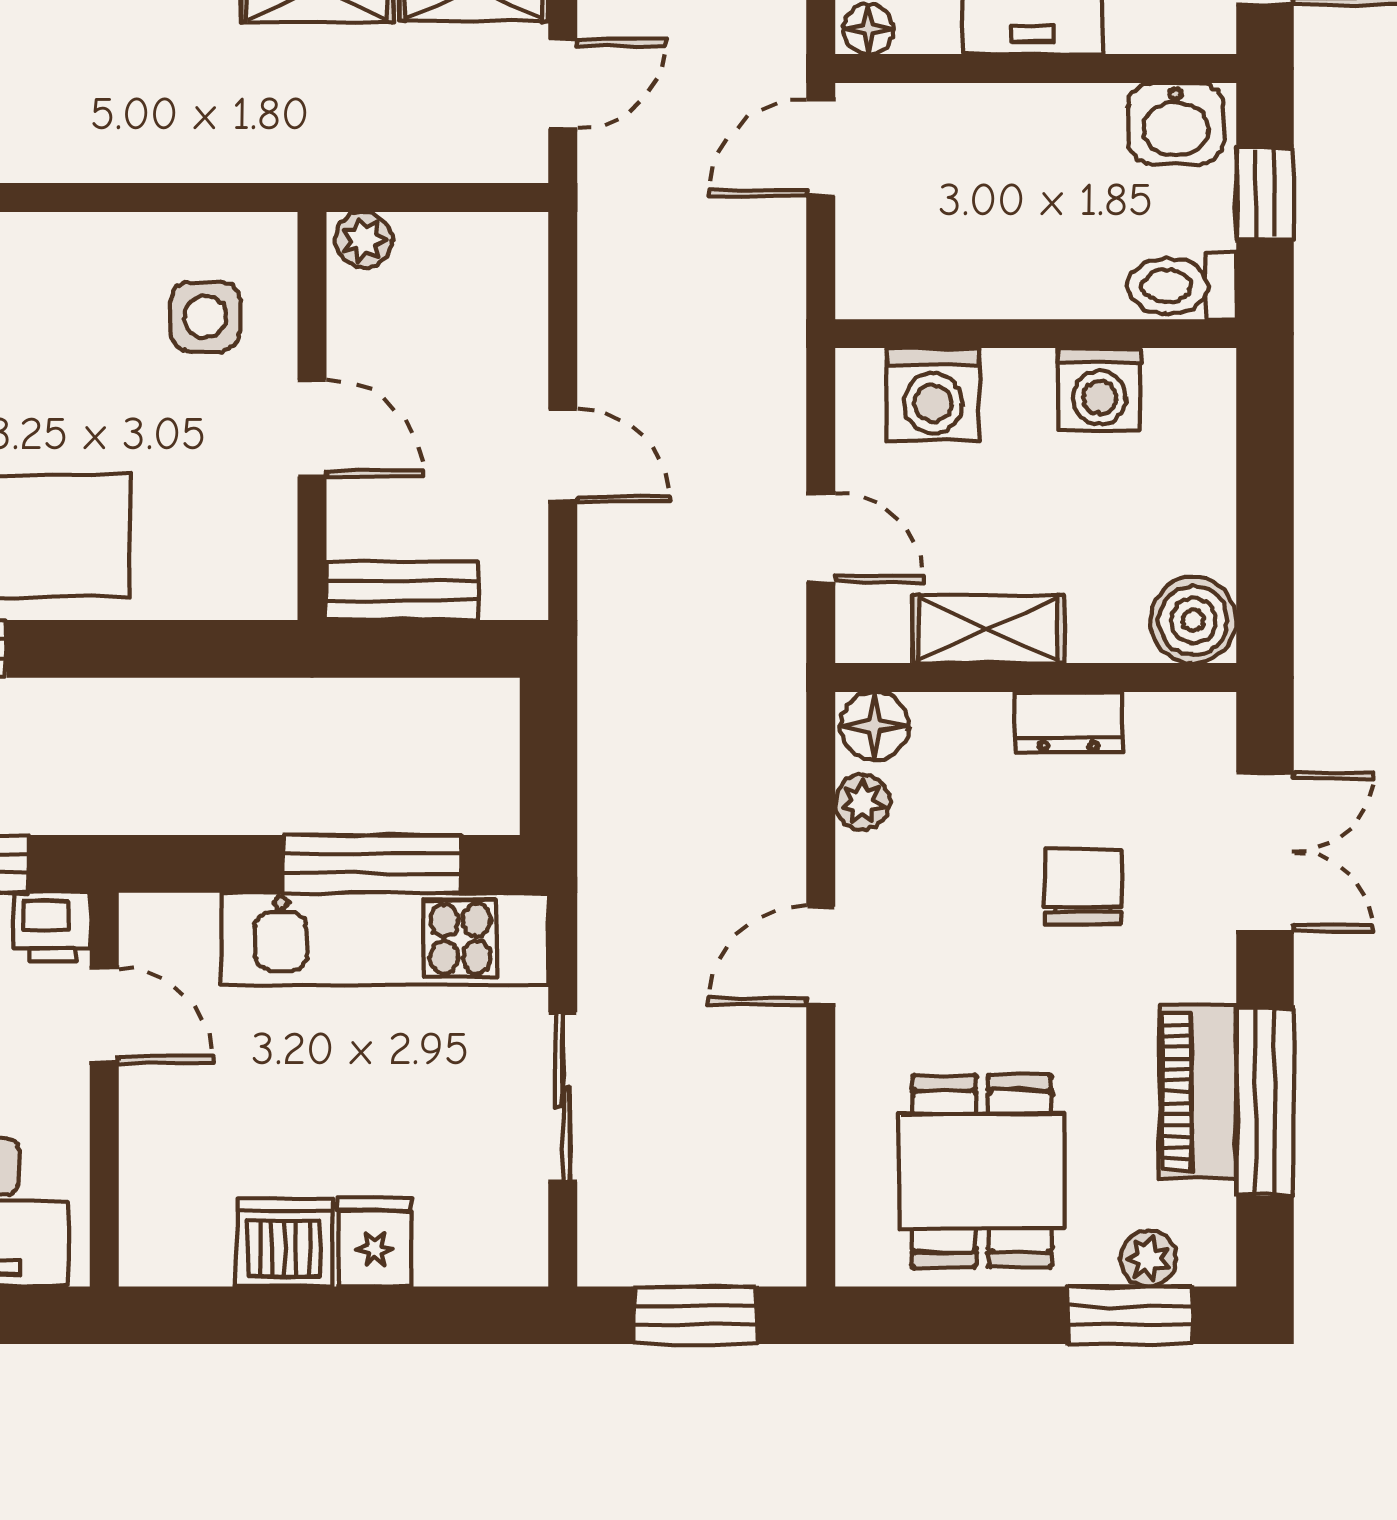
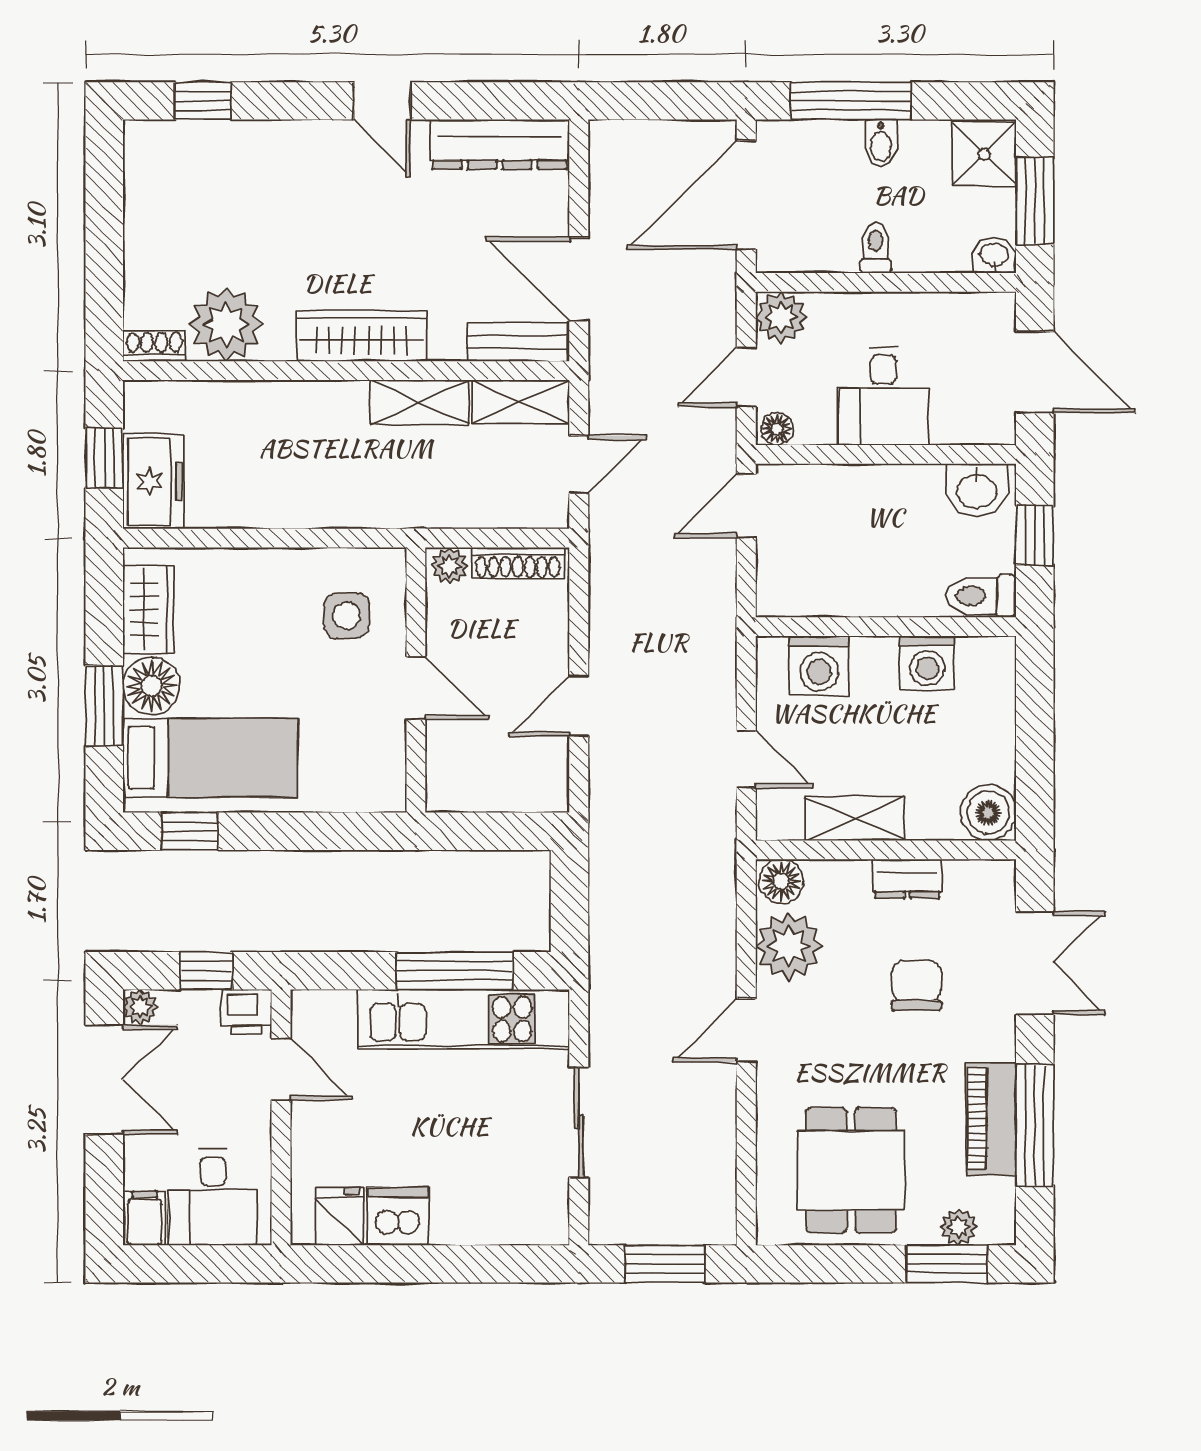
shoe rack: (469, 236) -> (518, 563), added
door: (563, 456) -> (579, 706), swing flipped
bench: (403, 591) -> (475, 794), removed
plant: (862, 802) -> (789, 946), width x1.88, depth x1.88
fridge: (375, 1242) -> (339, 1216), moved

